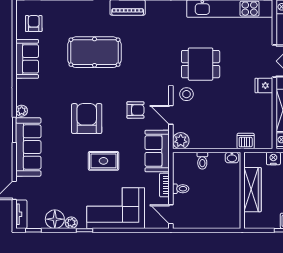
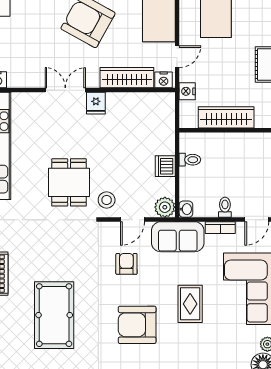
dishwasher: (246, 141) -> (165, 166), moved
washbasin: (232, 158) -> (186, 209), moved
toilet: (202, 161) -> (190, 160), moved

